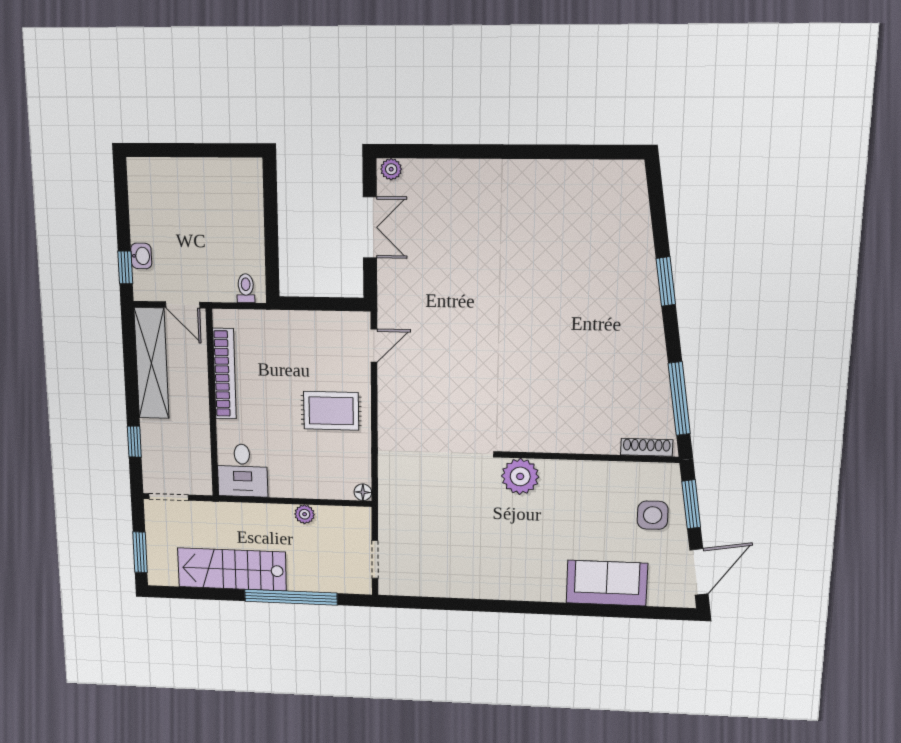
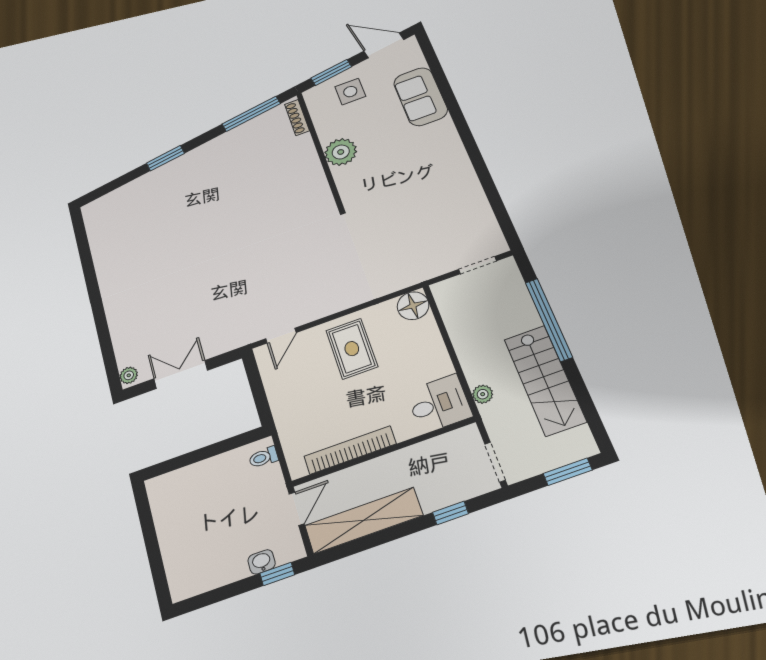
door: (374, 346) -> (281, 336), swing flipped
plant: (520, 476) -> (341, 152), moved
floor lamp: (363, 492) -> (413, 306), width x1.89, depth x1.89
plant: (305, 514) -> (483, 394), moved

